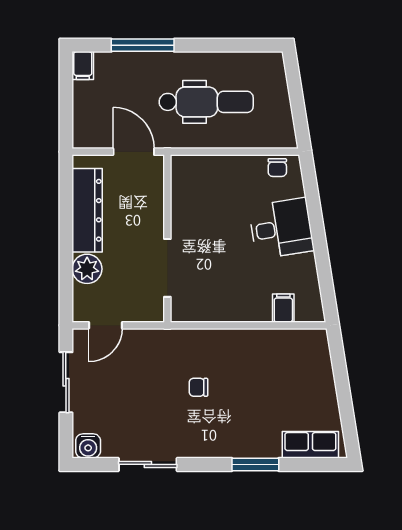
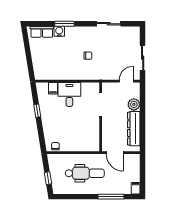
window: (295, 90) -> (48, 178), added
dental chair: (206, 102) -> (85, 173), turned 180
desk: (281, 228) -> (69, 94), moved, turned 99
window: (321, 253) -> (37, 111), added
water cooler: (88, 446) -> (59, 31), moved

